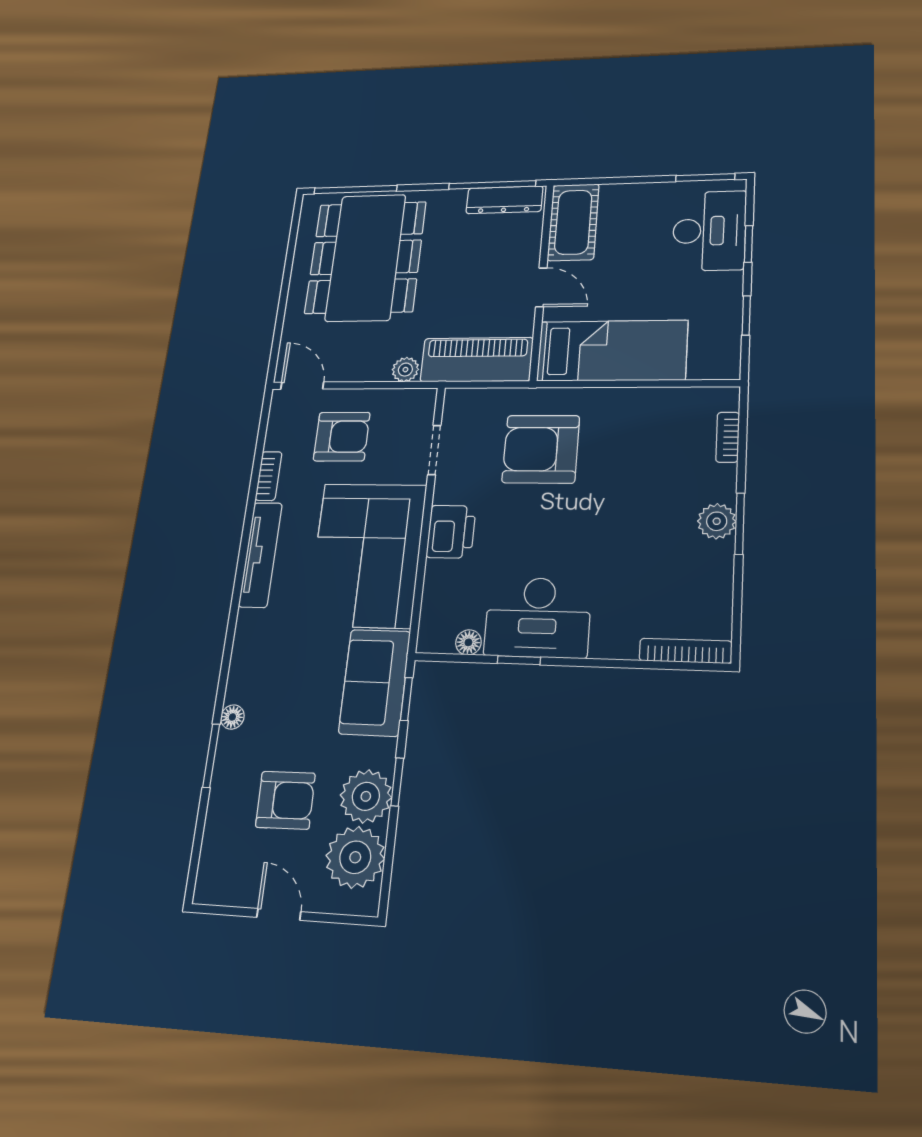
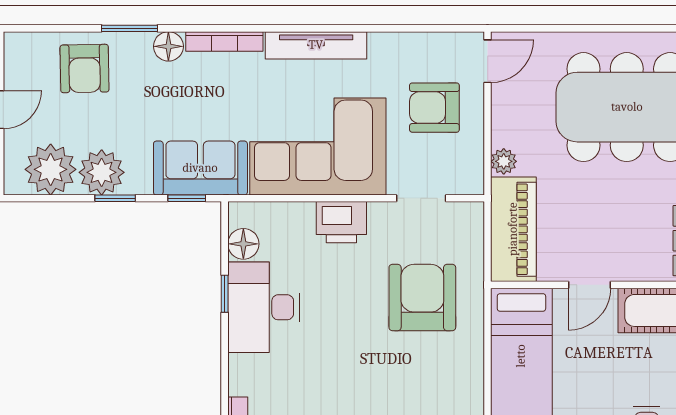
armchair: (342, 437) -> (434, 108), turned 90
bookcase: (269, 476) -> (224, 41), moved, width x1.56
floor lamp: (468, 642) -> (243, 244), width x1.37, depth x1.37
floor lamp: (232, 717) -> (168, 46), width x1.37, depth x1.37
armchair: (285, 800) -> (84, 68), moved

